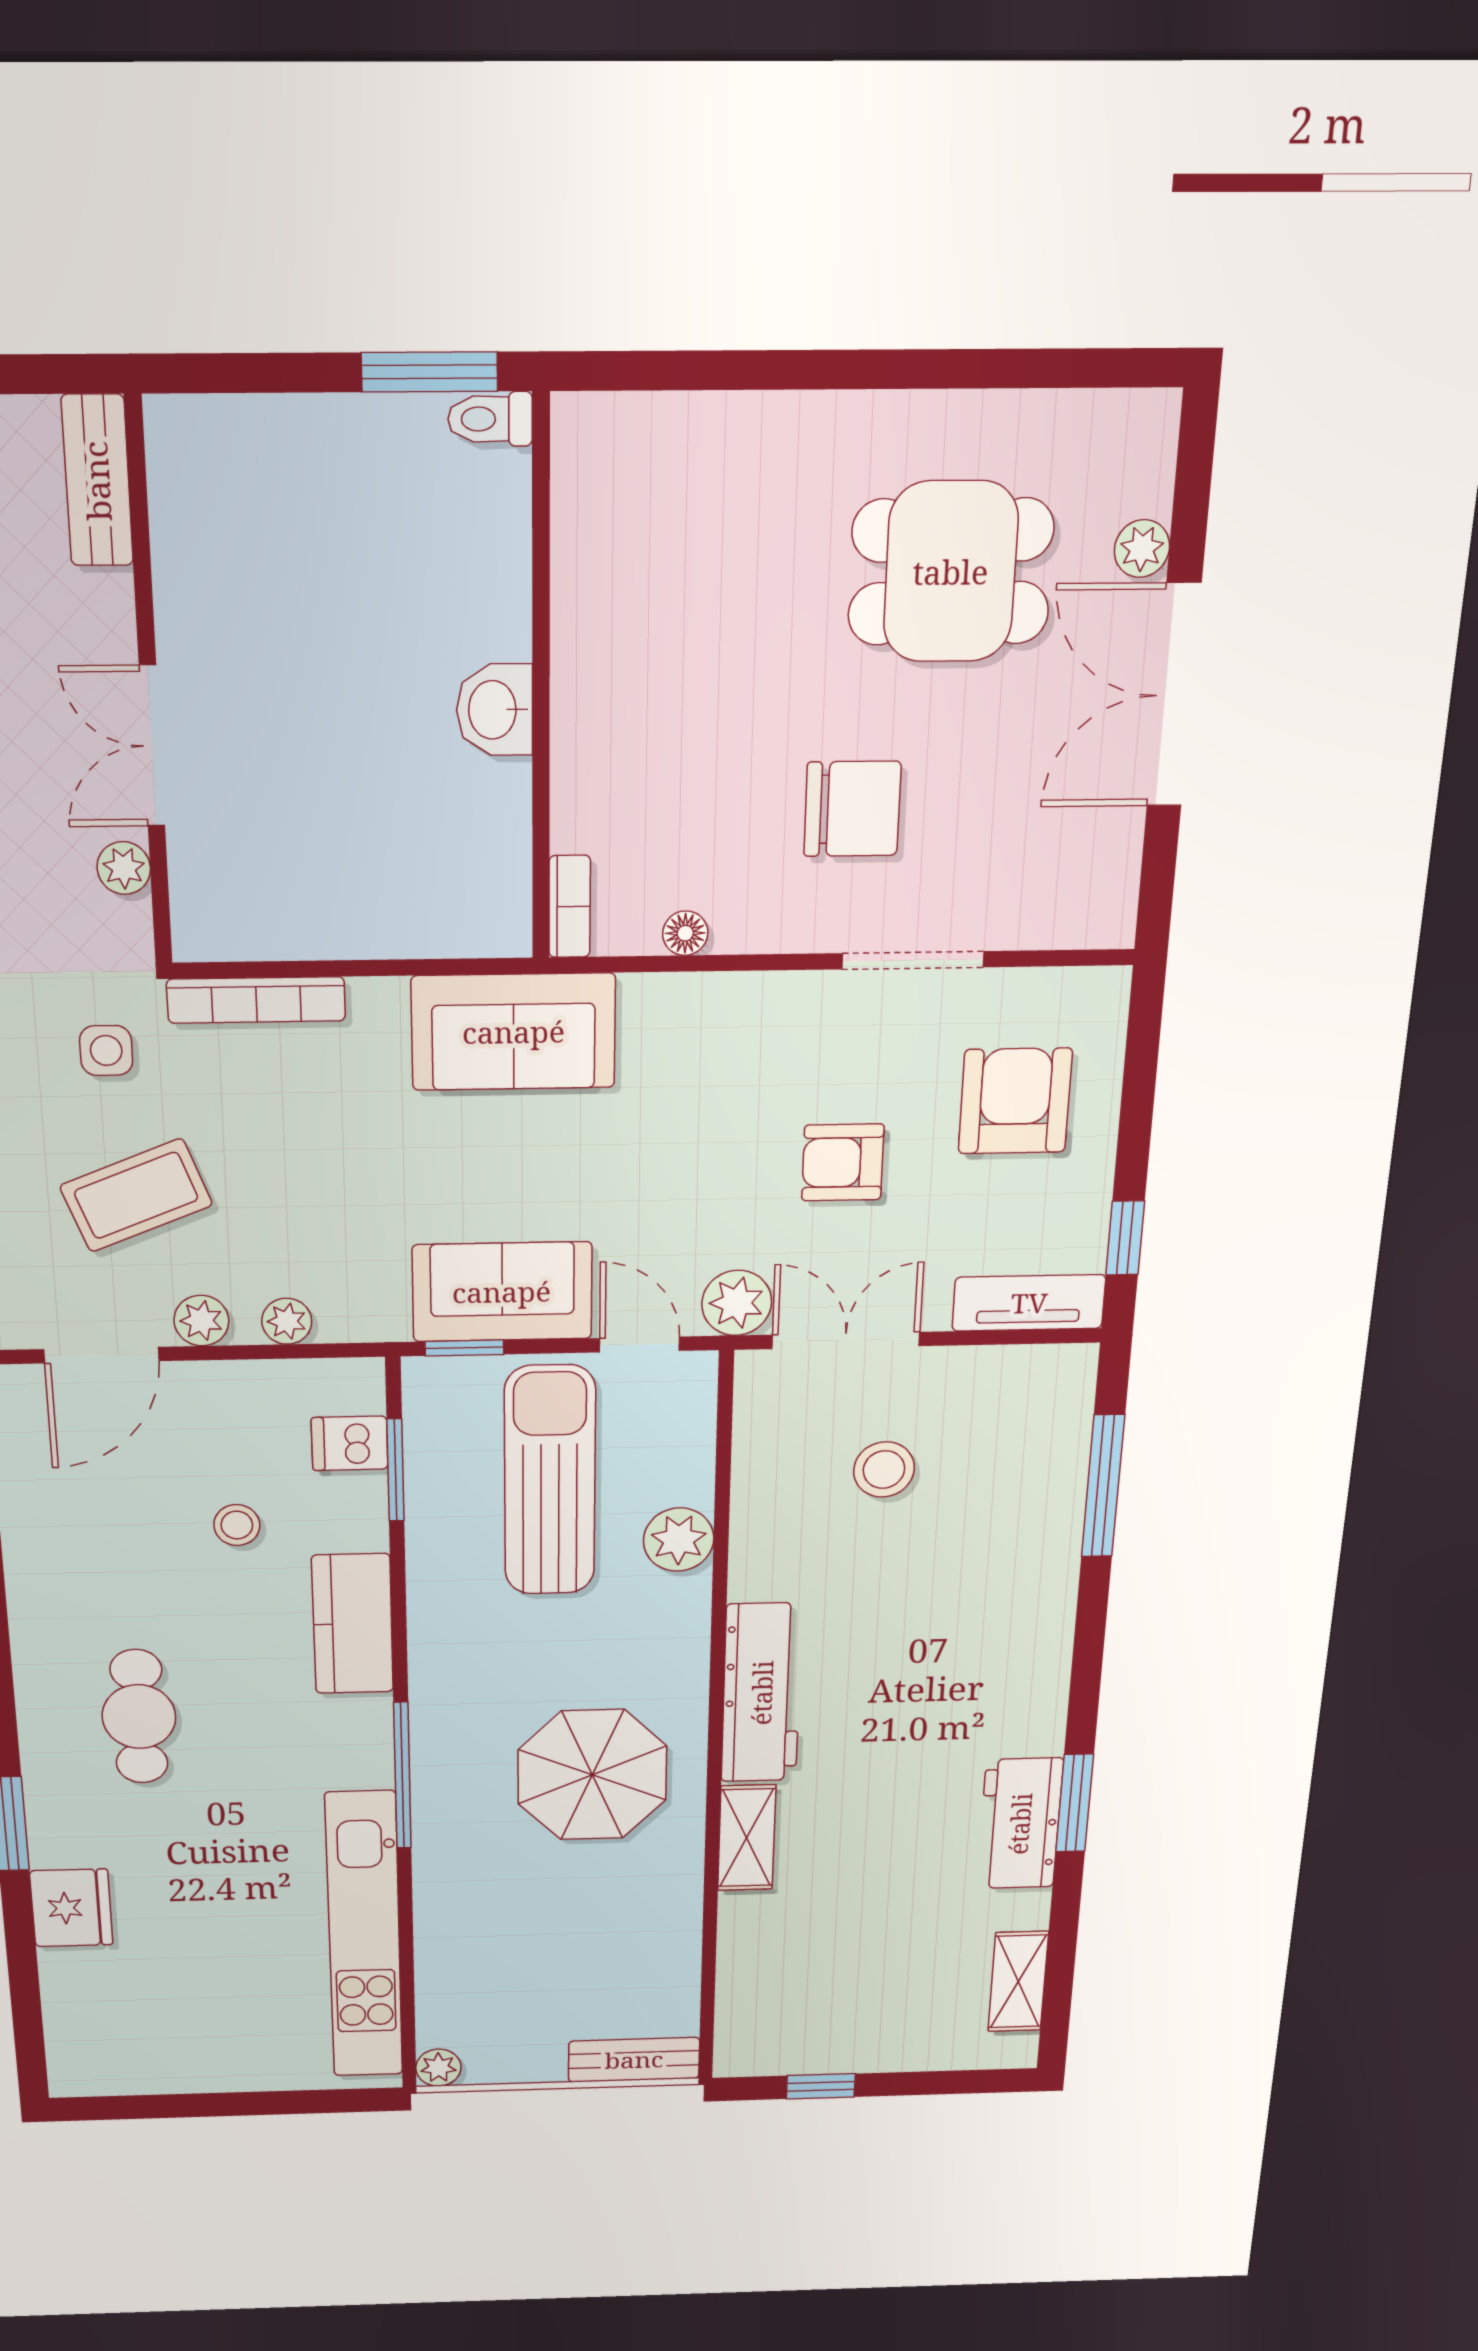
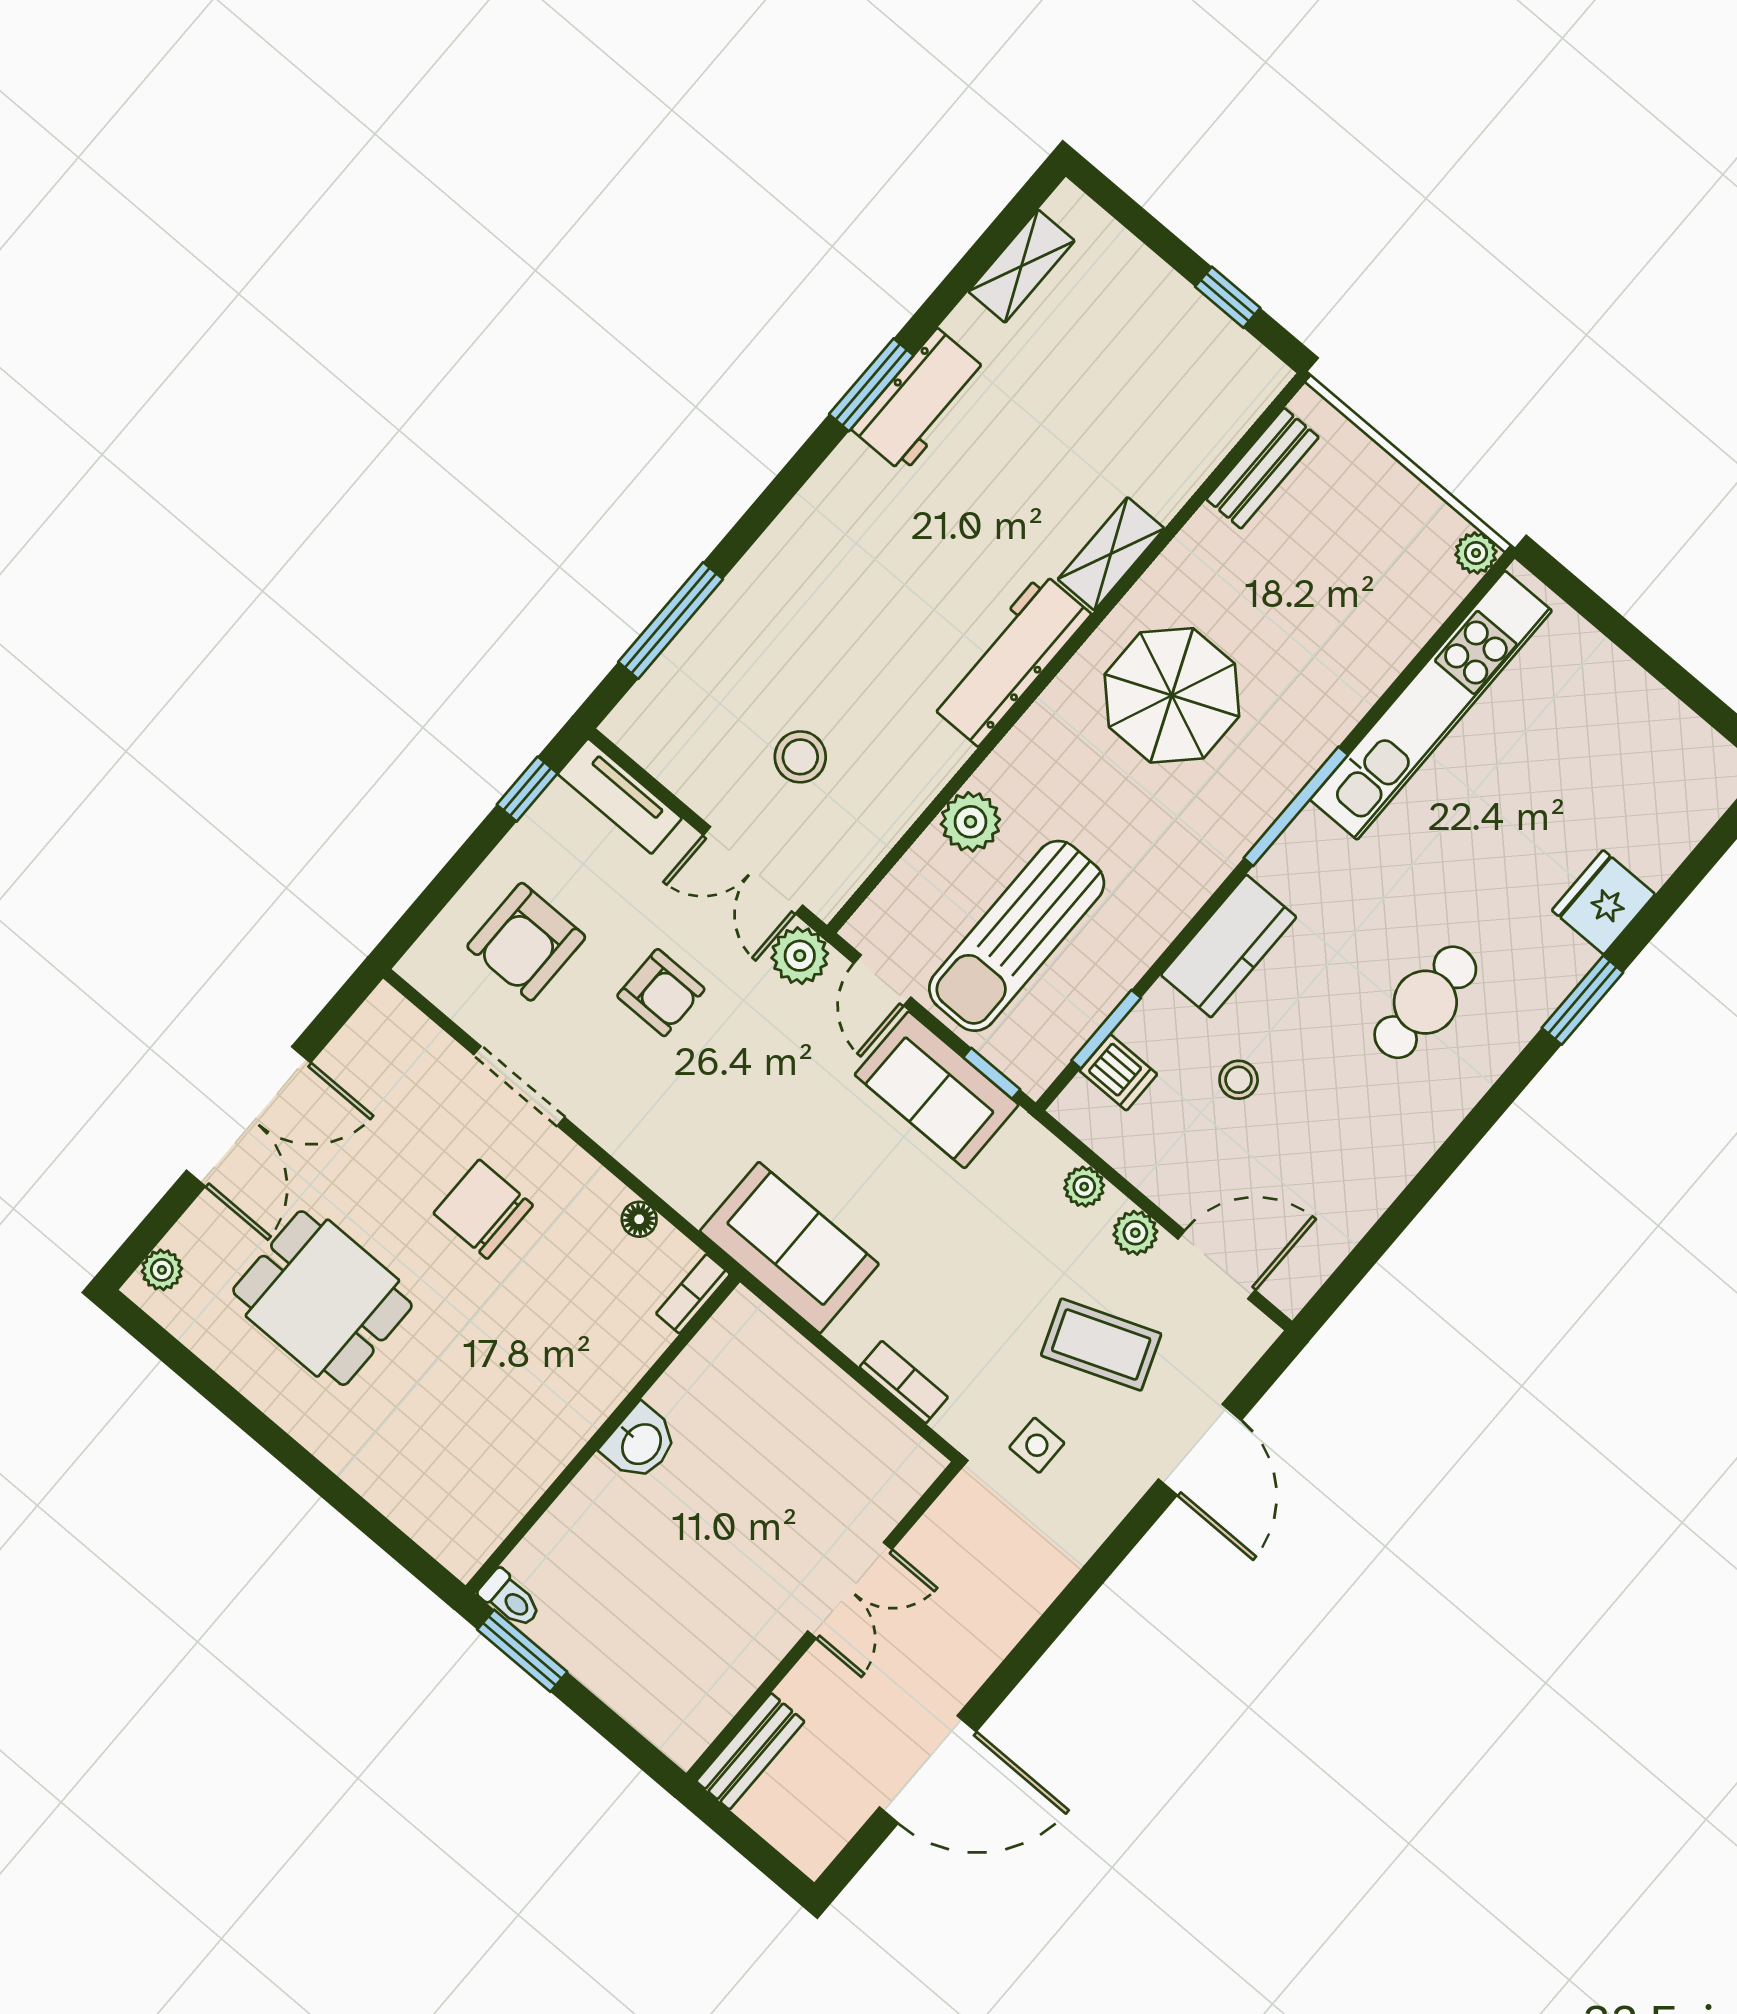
plant: (1142, 549) -> (162, 1270), moved
plant: (124, 868) -> (928, 1539), removed
bookcase: (256, 1000) -> (904, 1382), width x0.64
bench: (634, 2060) -> (1263, 468), moved, turned 90

